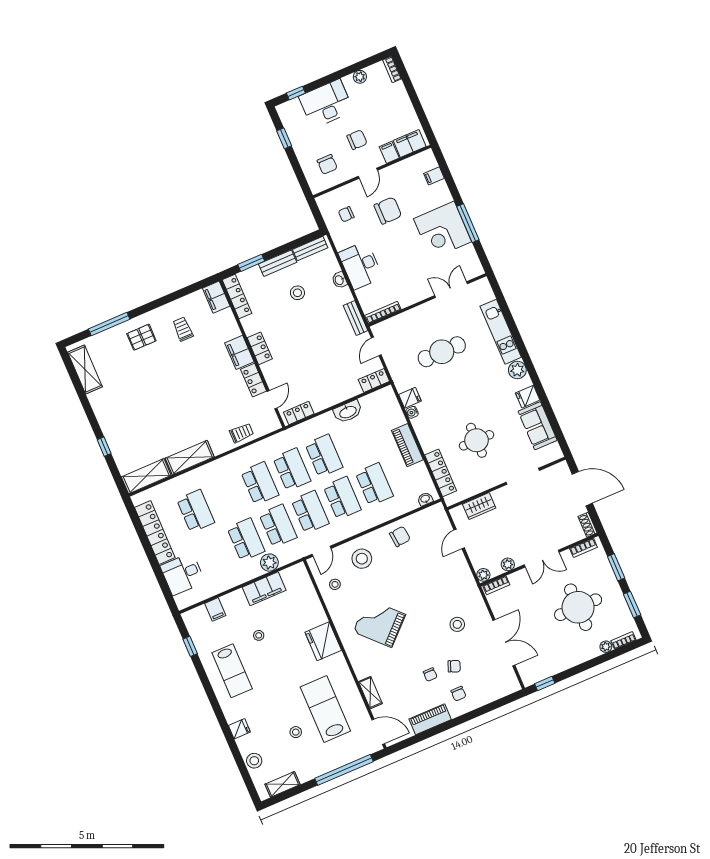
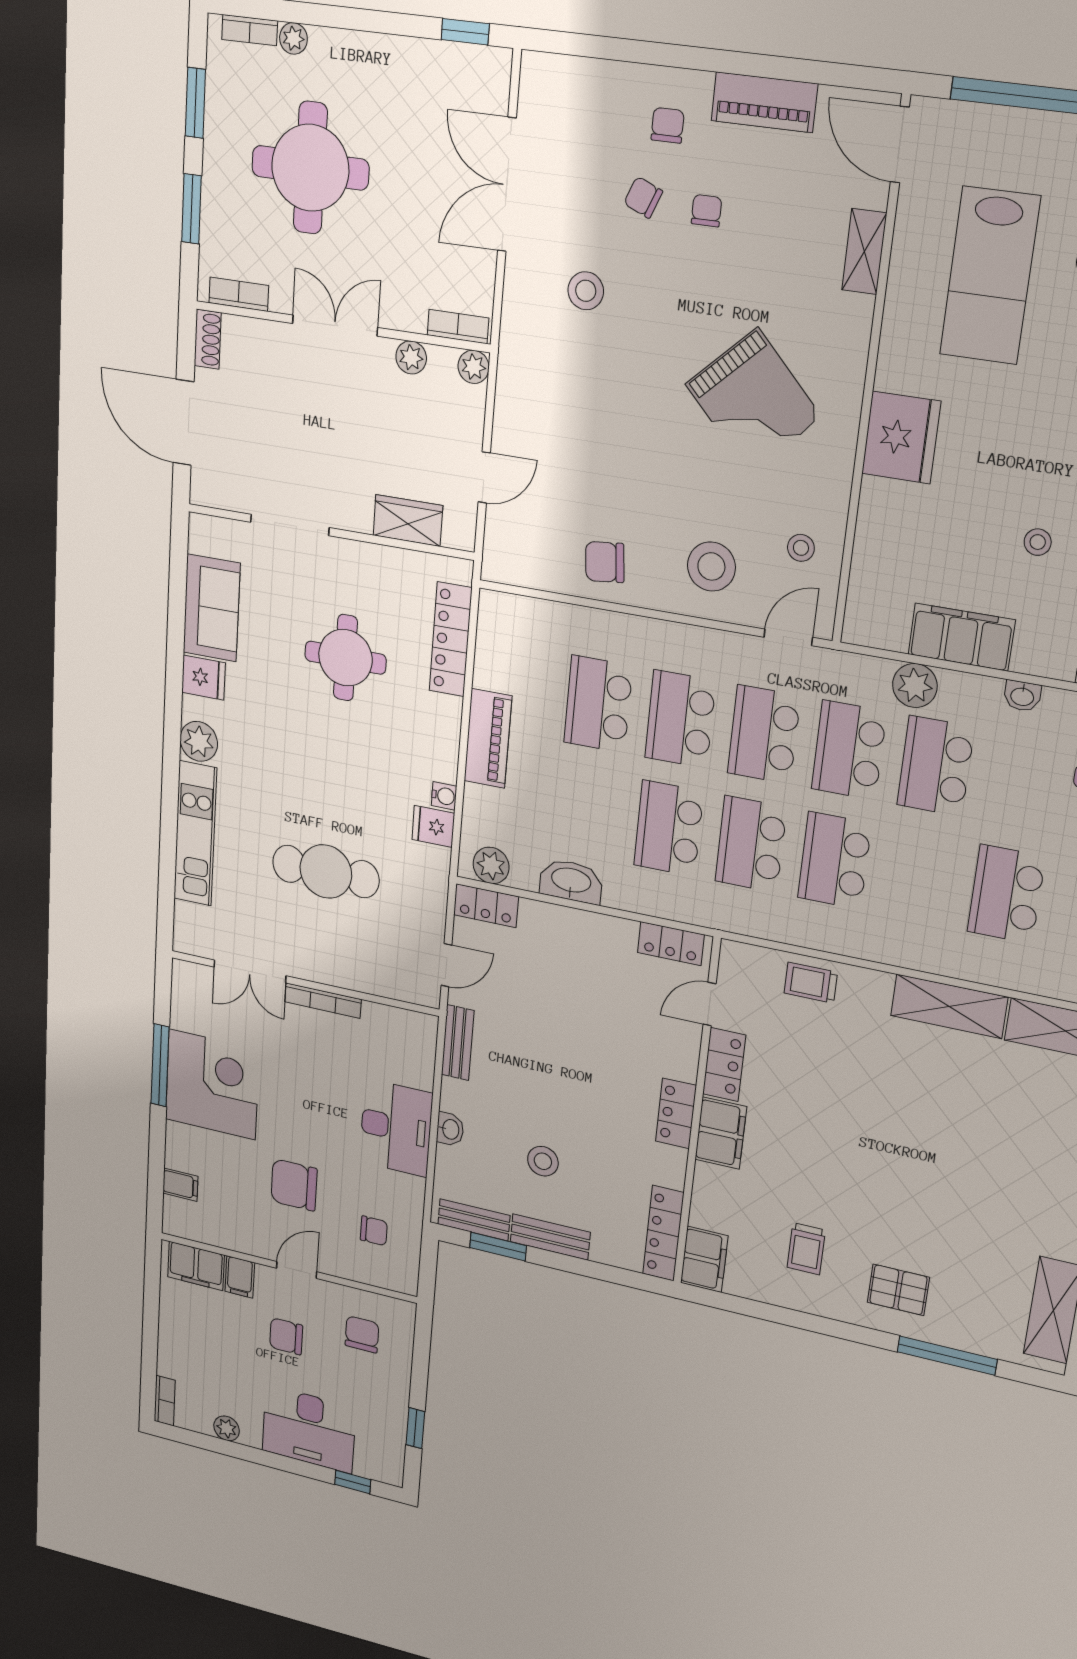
window: (251, 263) -> (498, 1247), moved
bookcase: (383, 312) -> (323, 1001), moved
plant: (380, 397) -> (491, 865), added
washbasin: (425, 499) -> (1022, 696), moved

